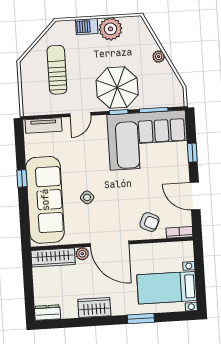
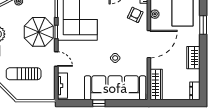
plant: (82, 254) -> (155, 14), moved

